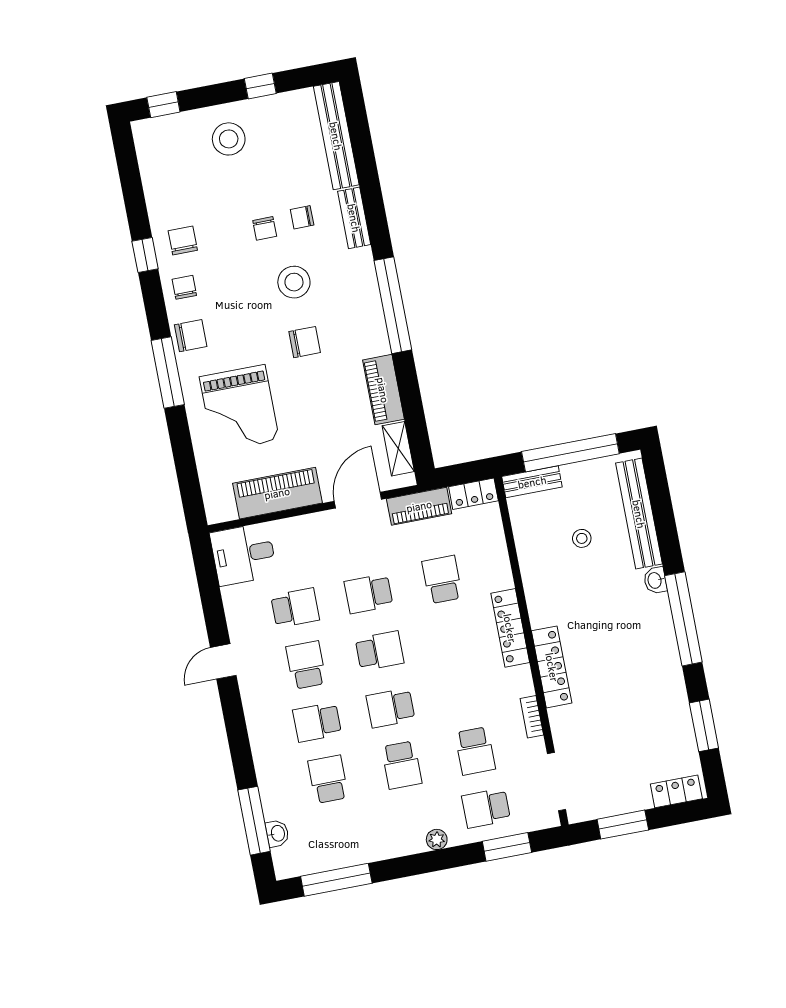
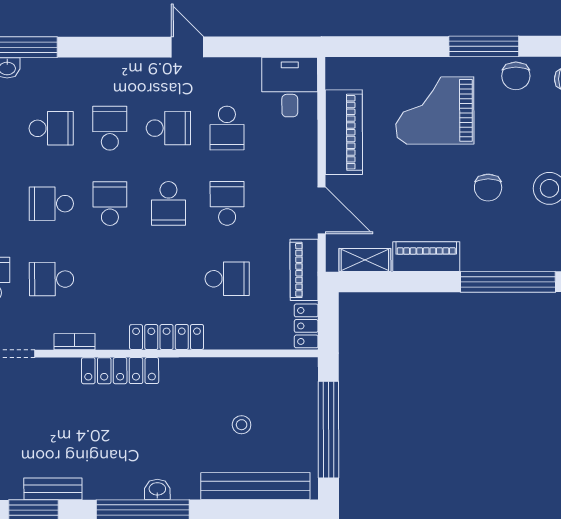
bench: (532, 482) -> (53, 489), moved, turned 90
washbasin: (655, 580) -> (157, 489), moved

